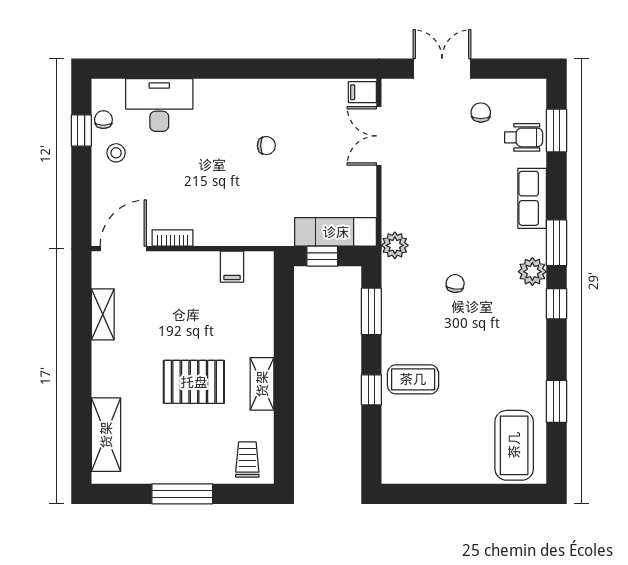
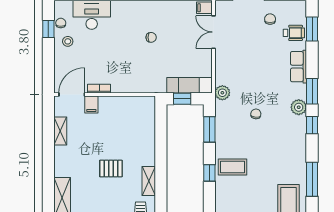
filing cabinet: (232, 267) -> (91, 105), moved
pallet: (194, 382) -> (111, 168), width x0.67, depth x0.71
shelving: (262, 384) -> (149, 181), moved
window: (556, 401) -> (312, 179), width x1.44

